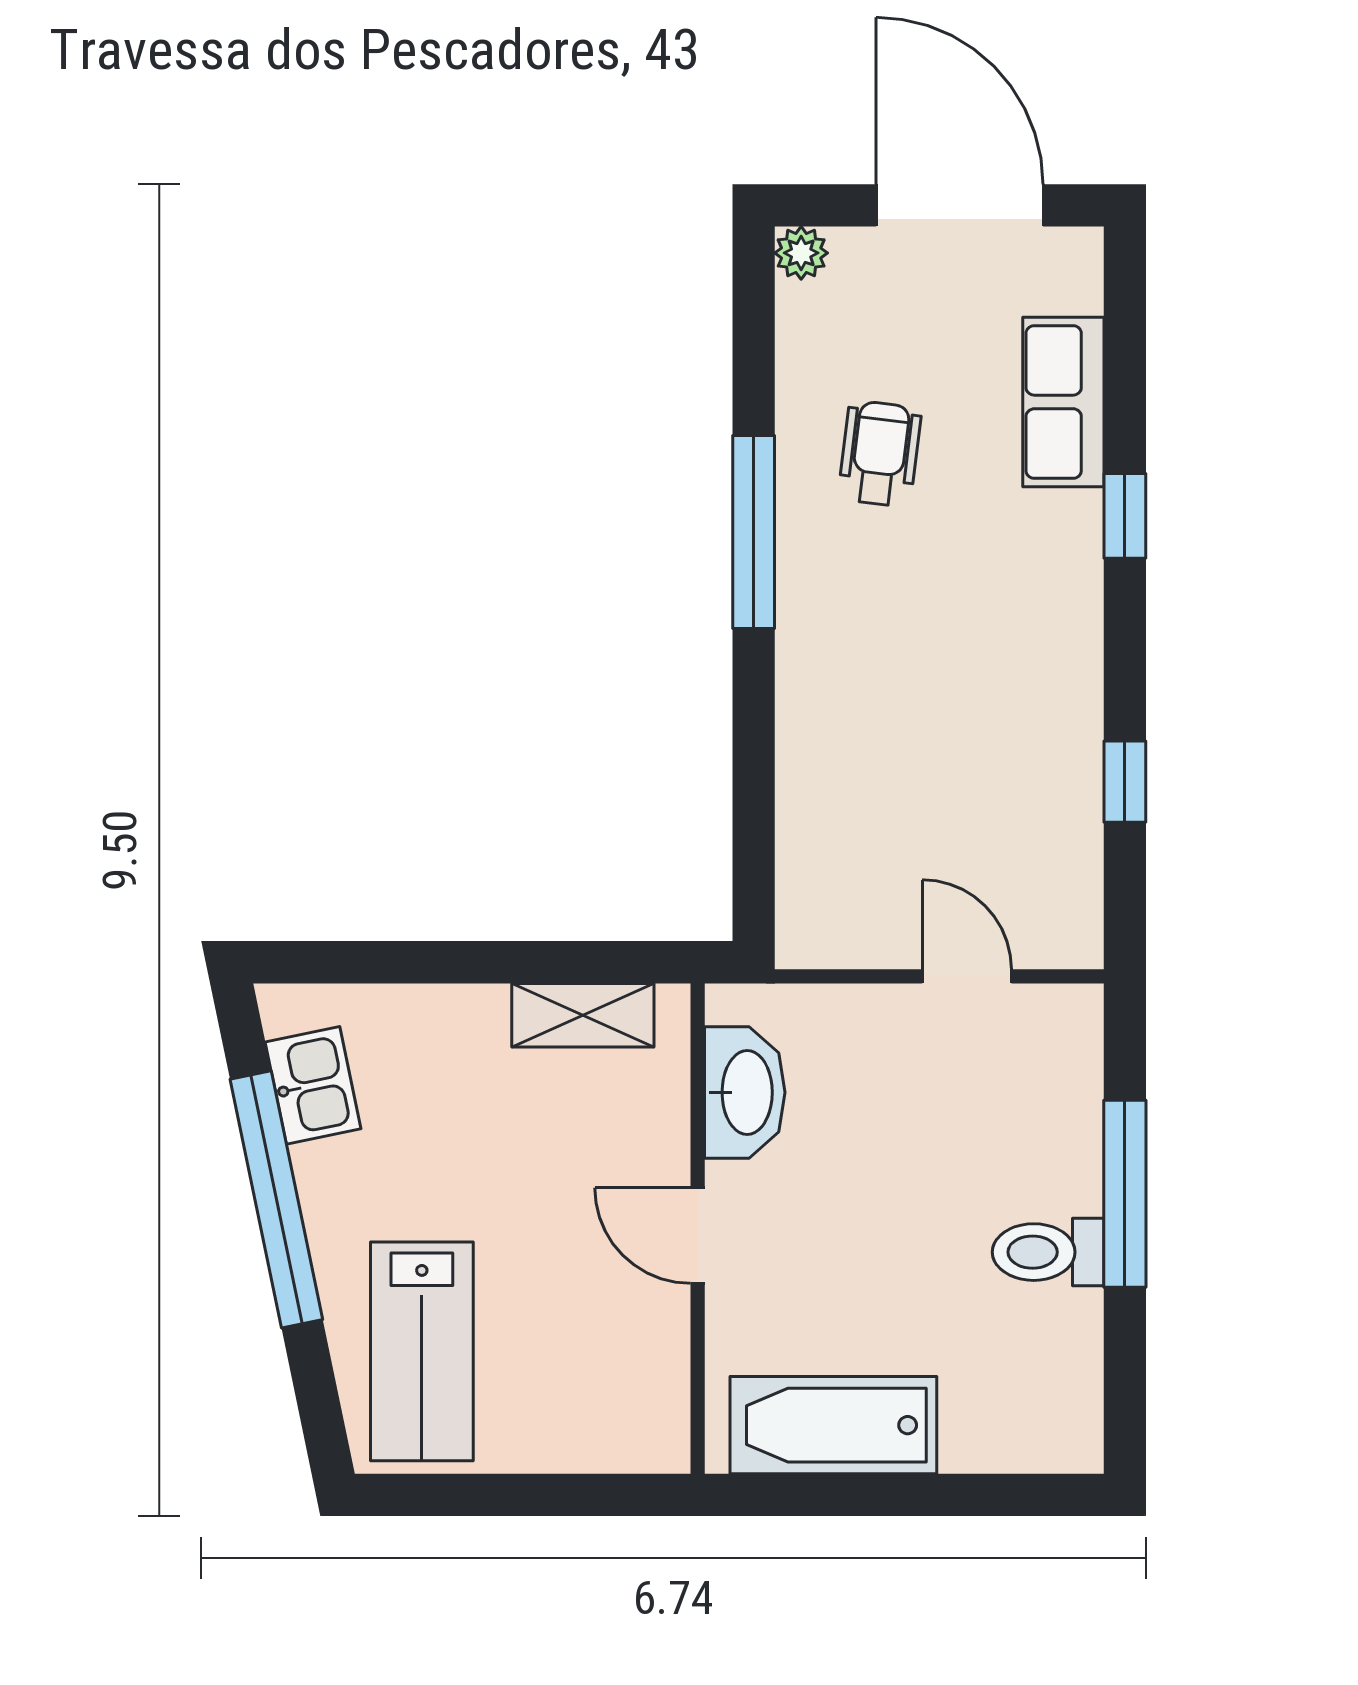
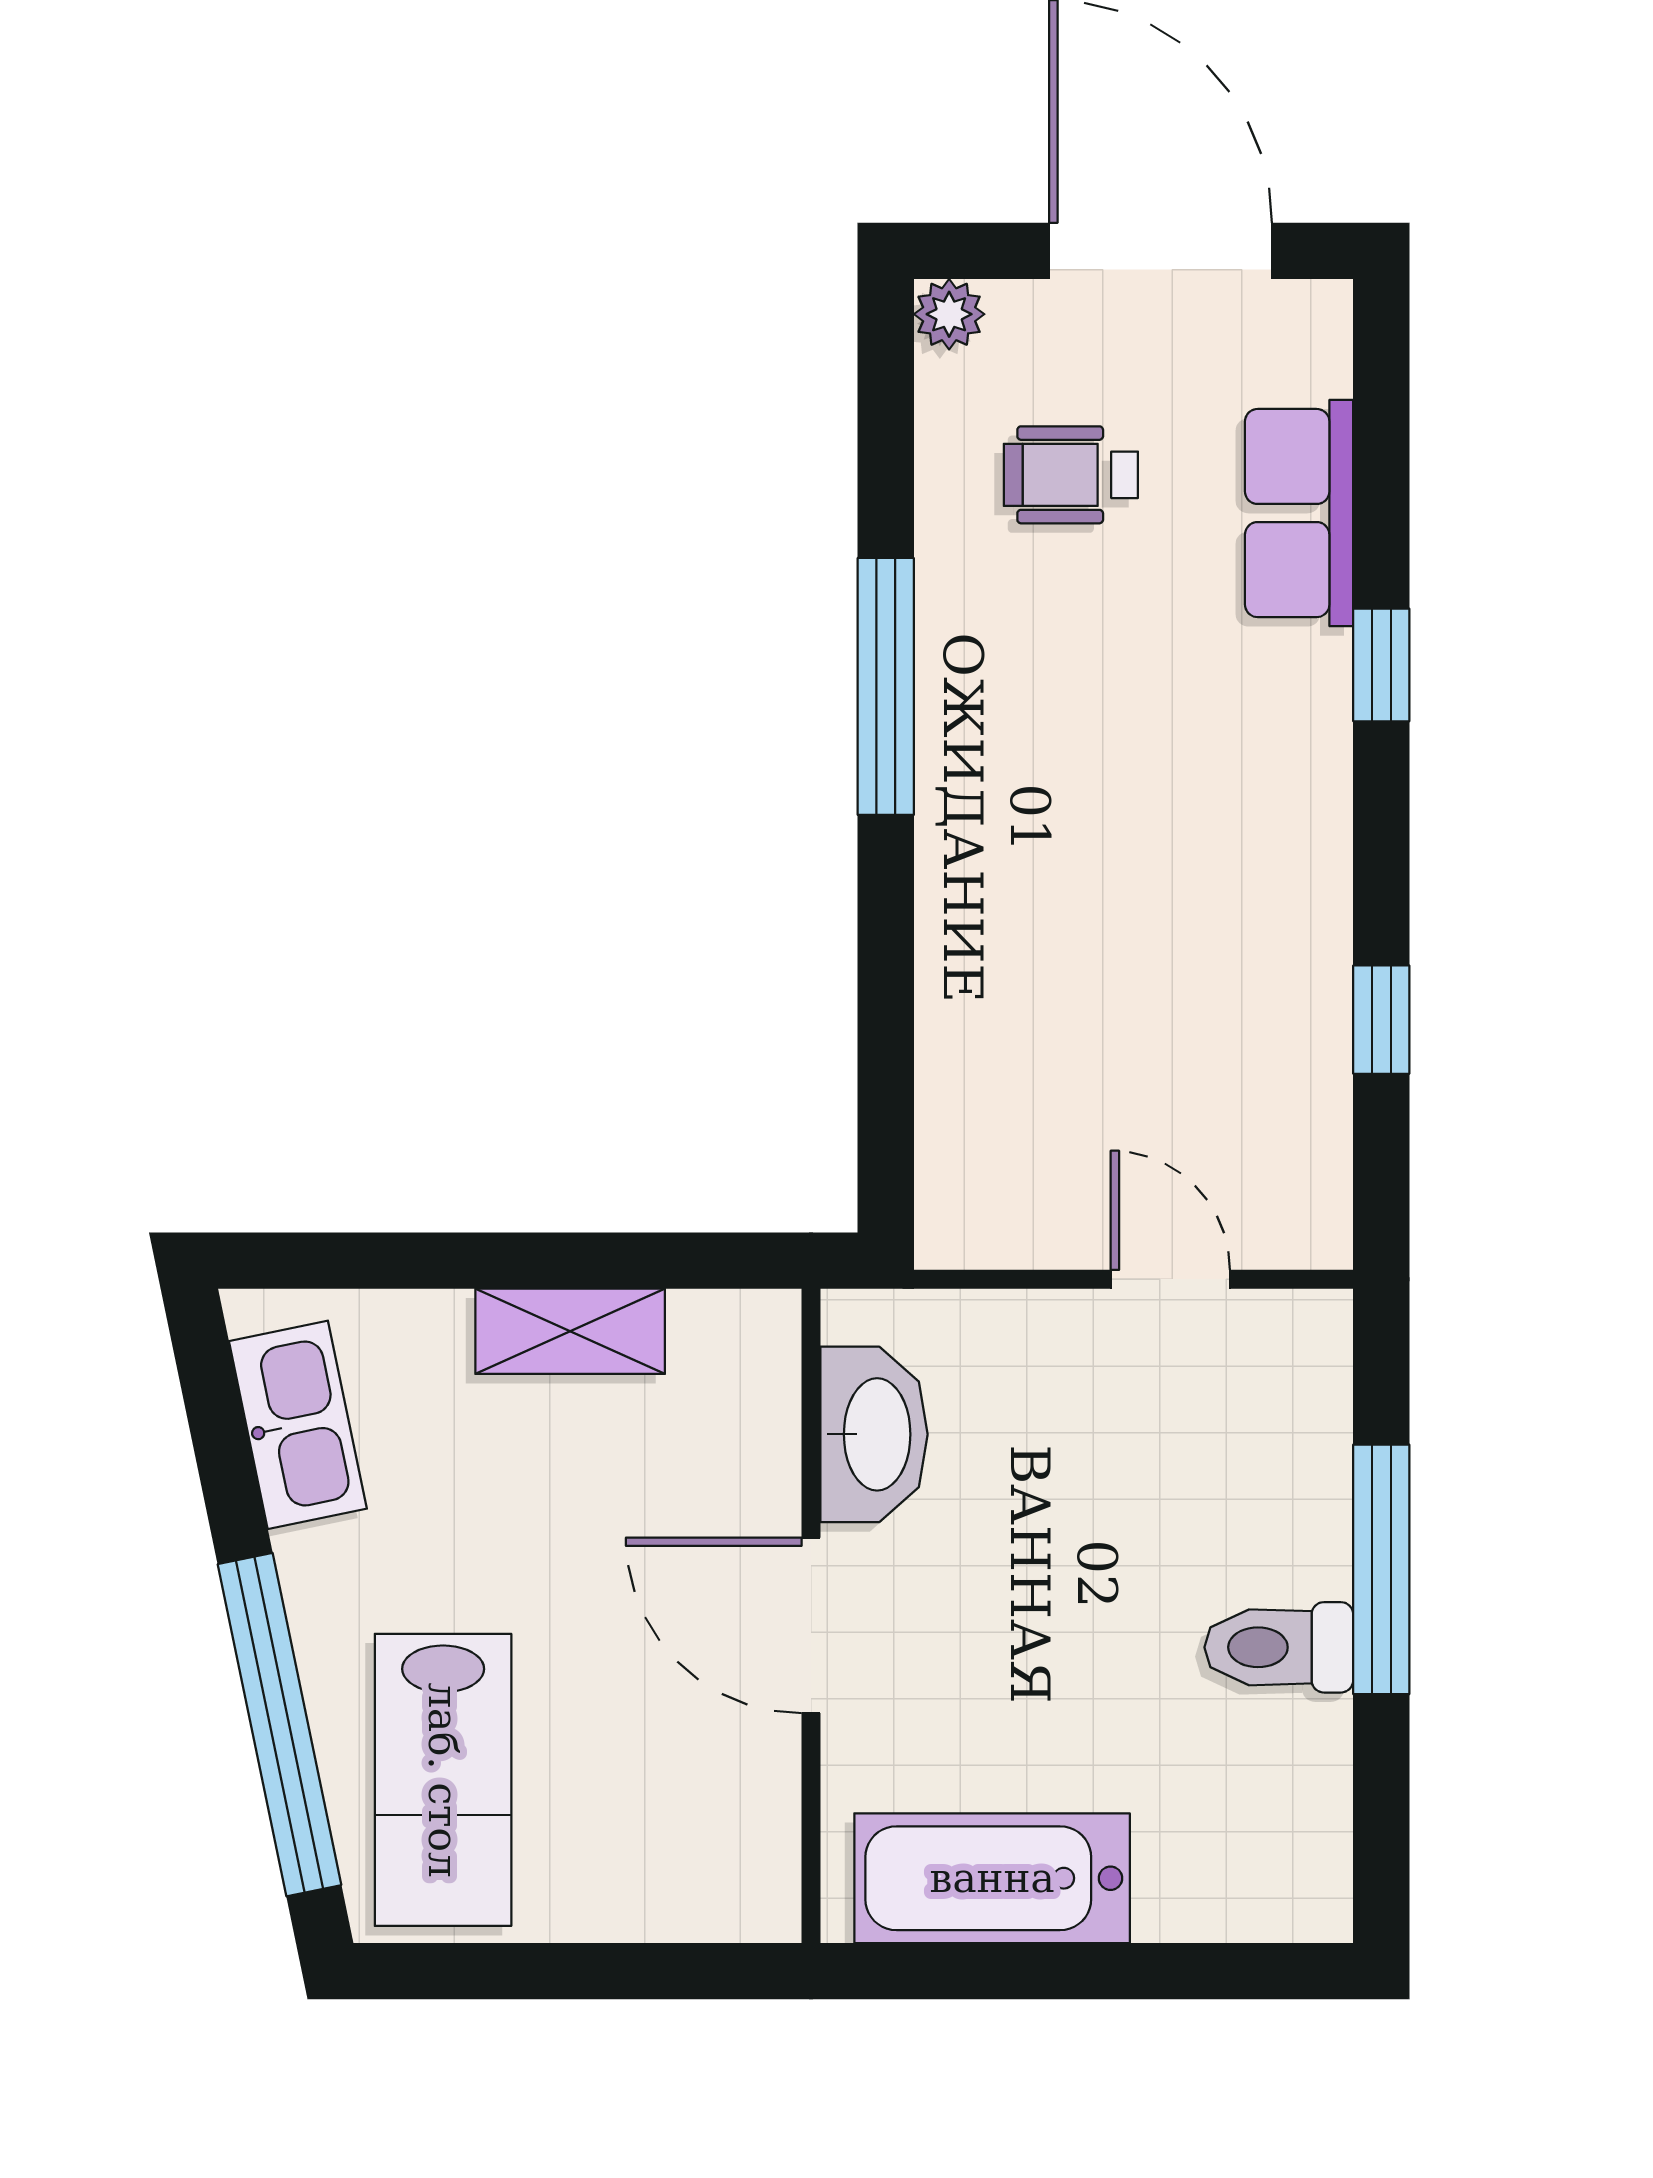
wheelchair: (880, 453) -> (1071, 475), moved, turned -97
shelving: (583, 1015) -> (570, 1331), moved
kitchen sink: (313, 1085) -> (298, 1425), width x1.38
window: (276, 1199) -> (280, 1725), moved
door: (698, 1236) -> (811, 1625), width x1.38

